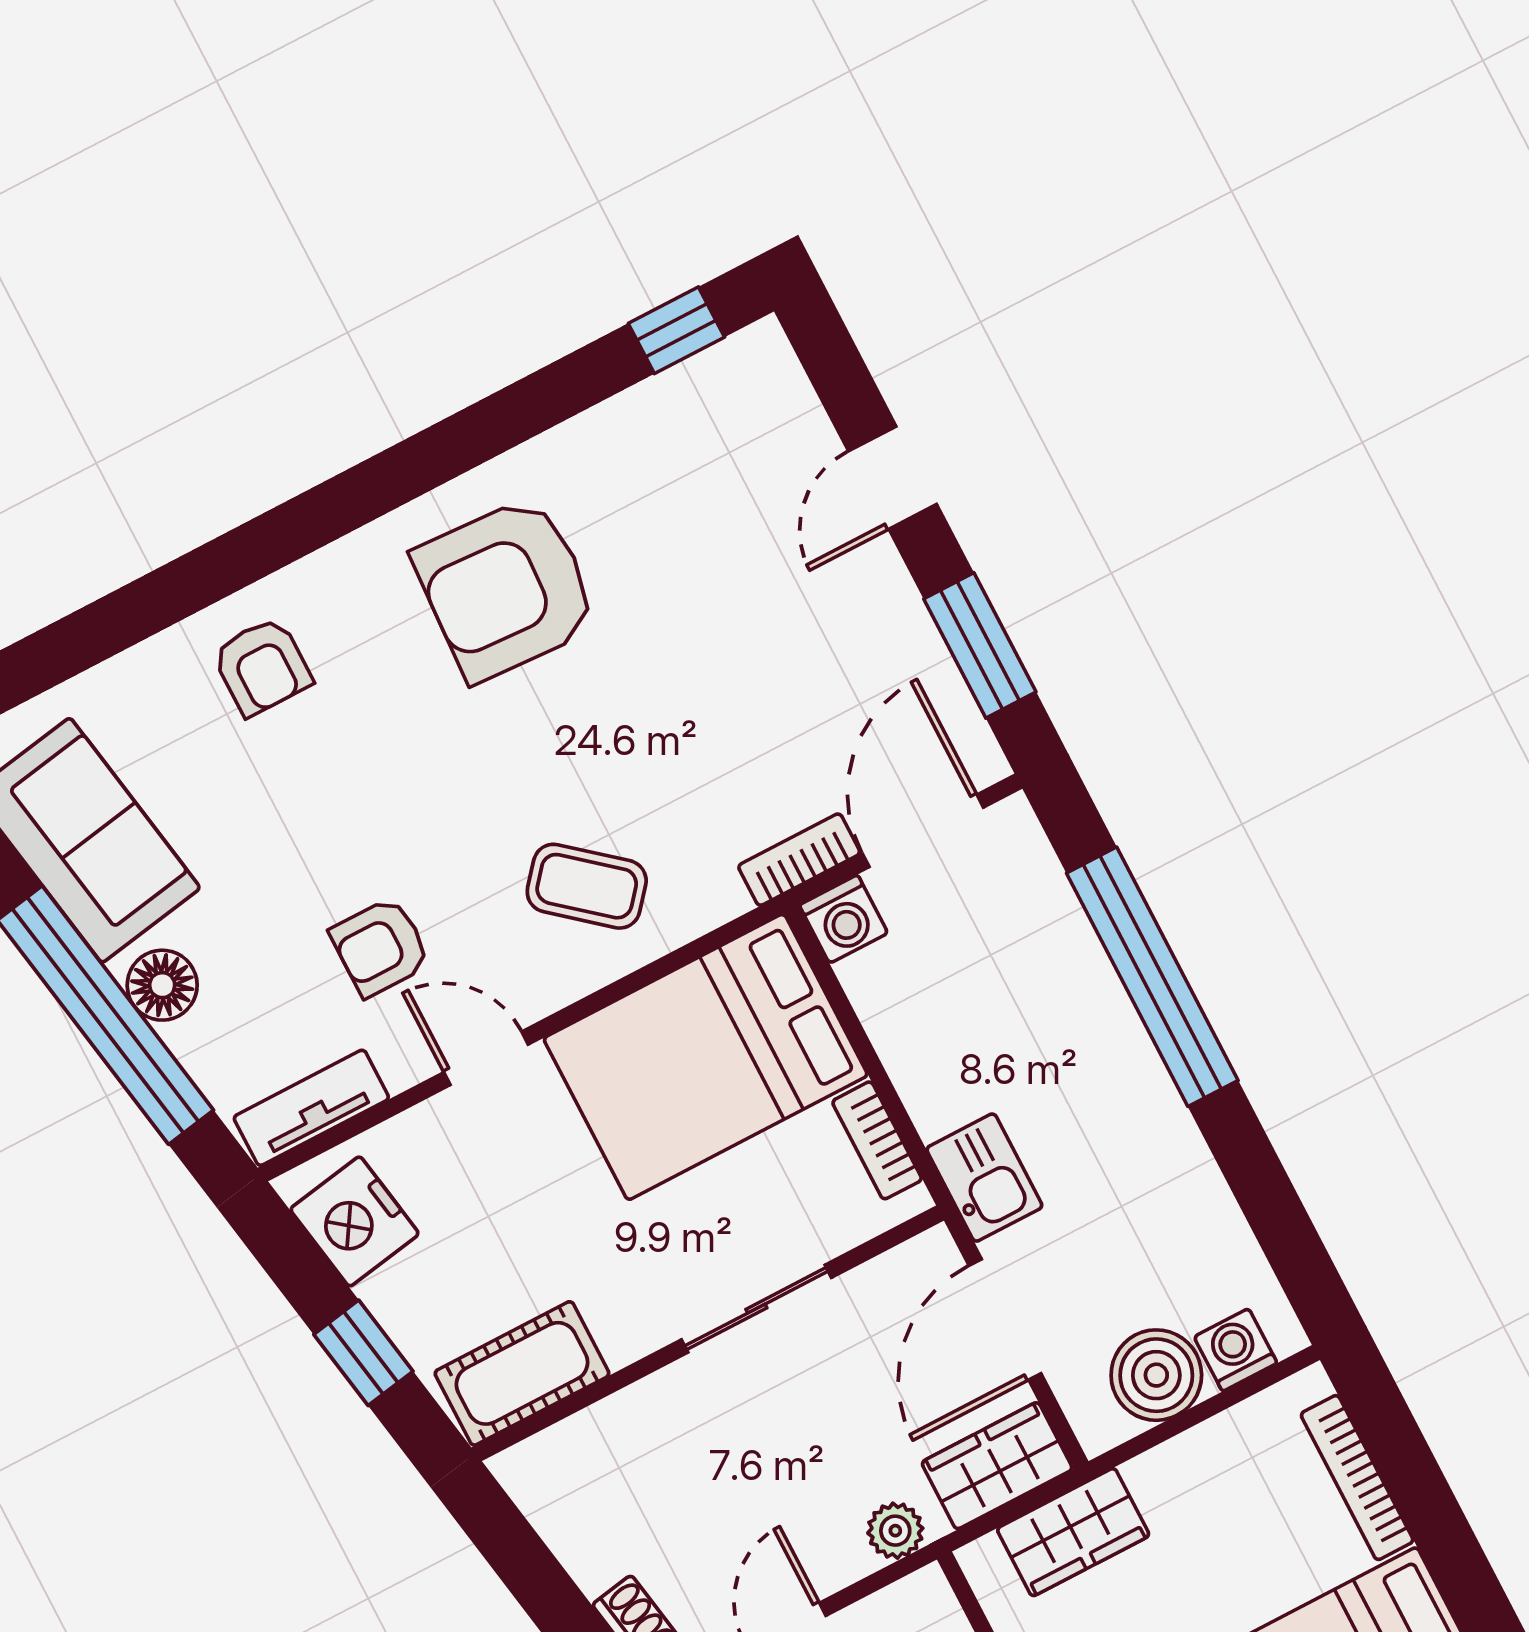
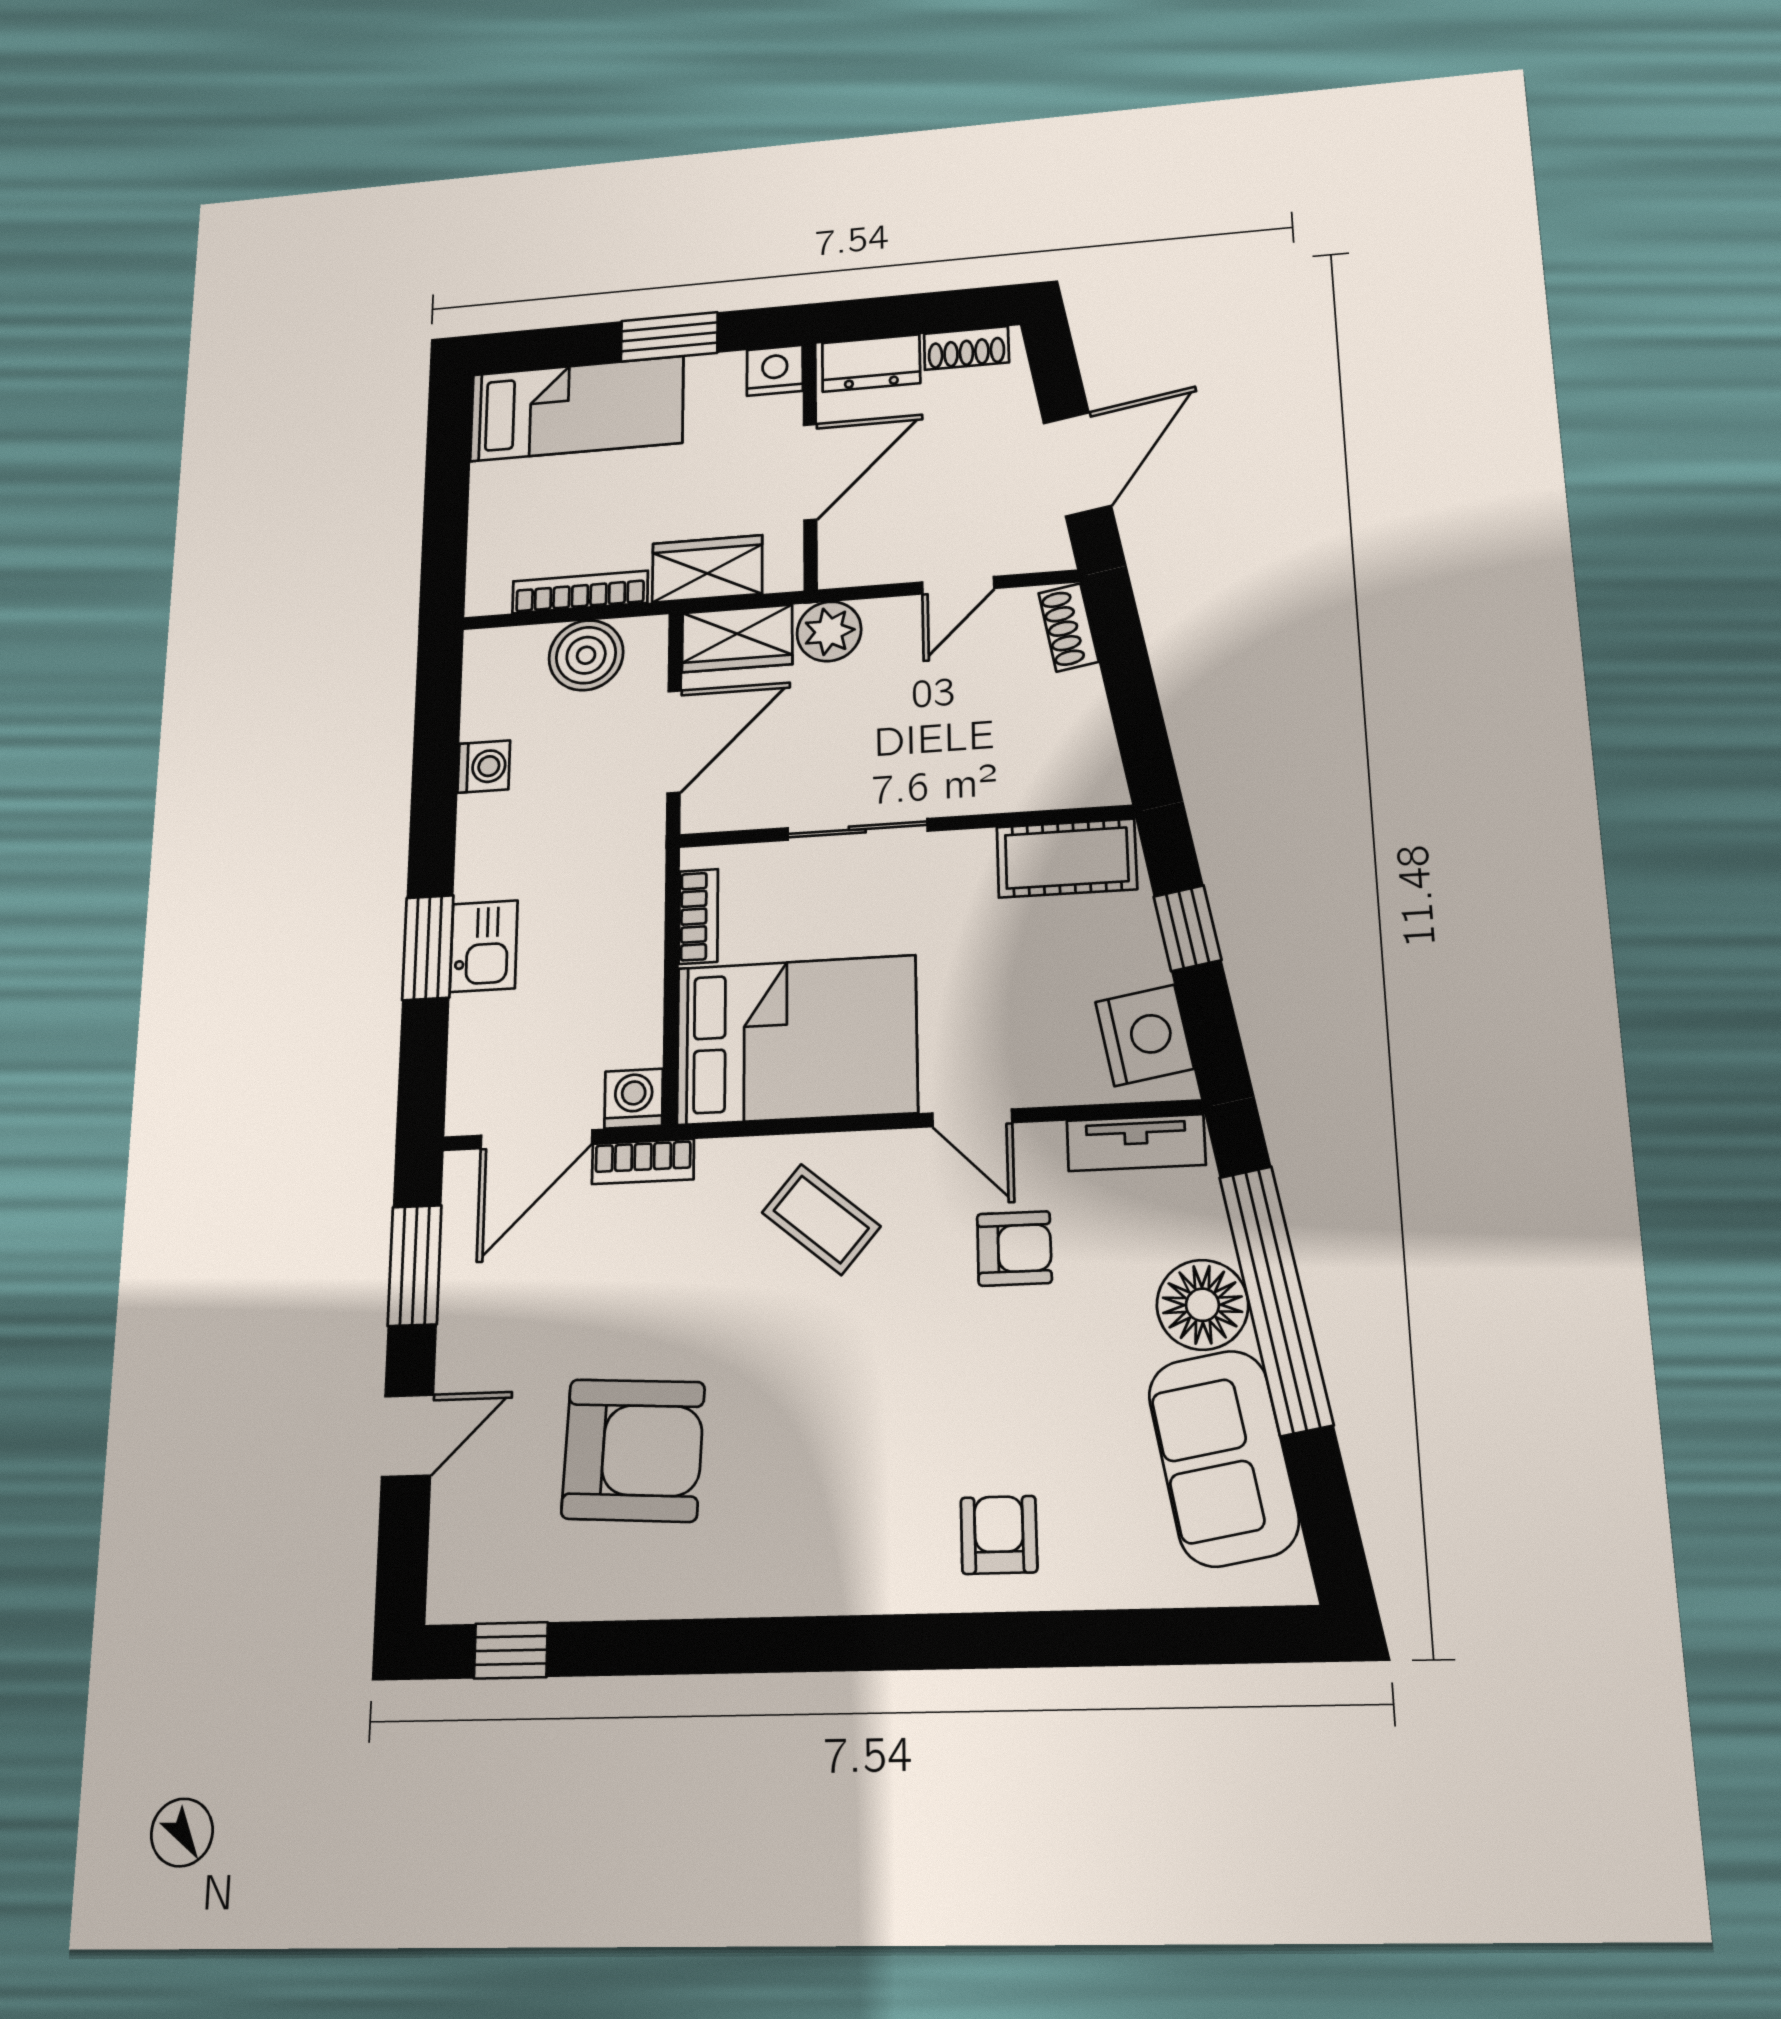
armchair: (506, 589) -> (633, 1450), moved
window: (1152, 977) -> (428, 948), width x0.47
floor lamp: (162, 985) -> (1202, 1305), width x1.38, depth x1.38
kitchen sink: (984, 1178) -> (484, 946), moved, turned 180
washing machine: (1236, 1350) -> (484, 767), moved, turned -90
bookcase: (1357, 1478) -> (580, 592), moved, turned -90
plant: (895, 1531) -> (829, 631), width x1.38, depth x1.38

